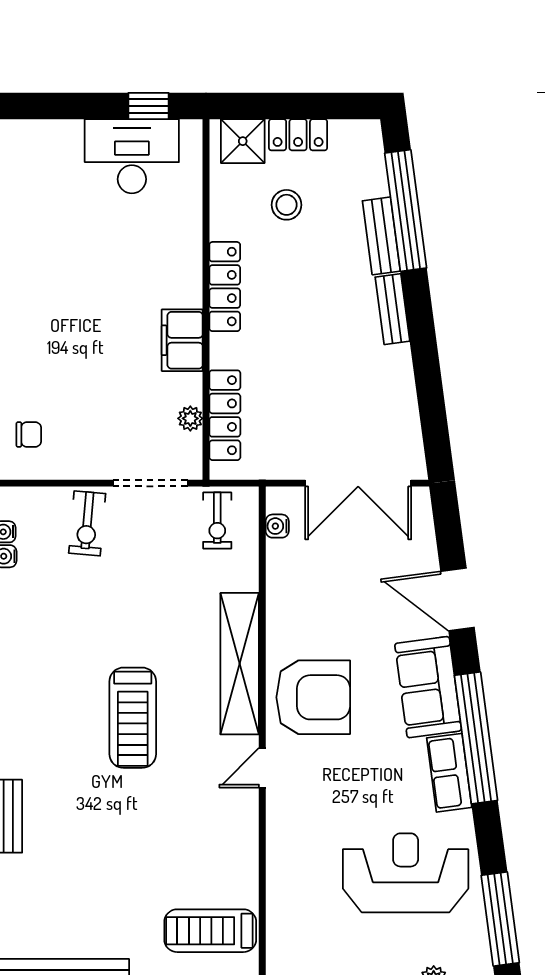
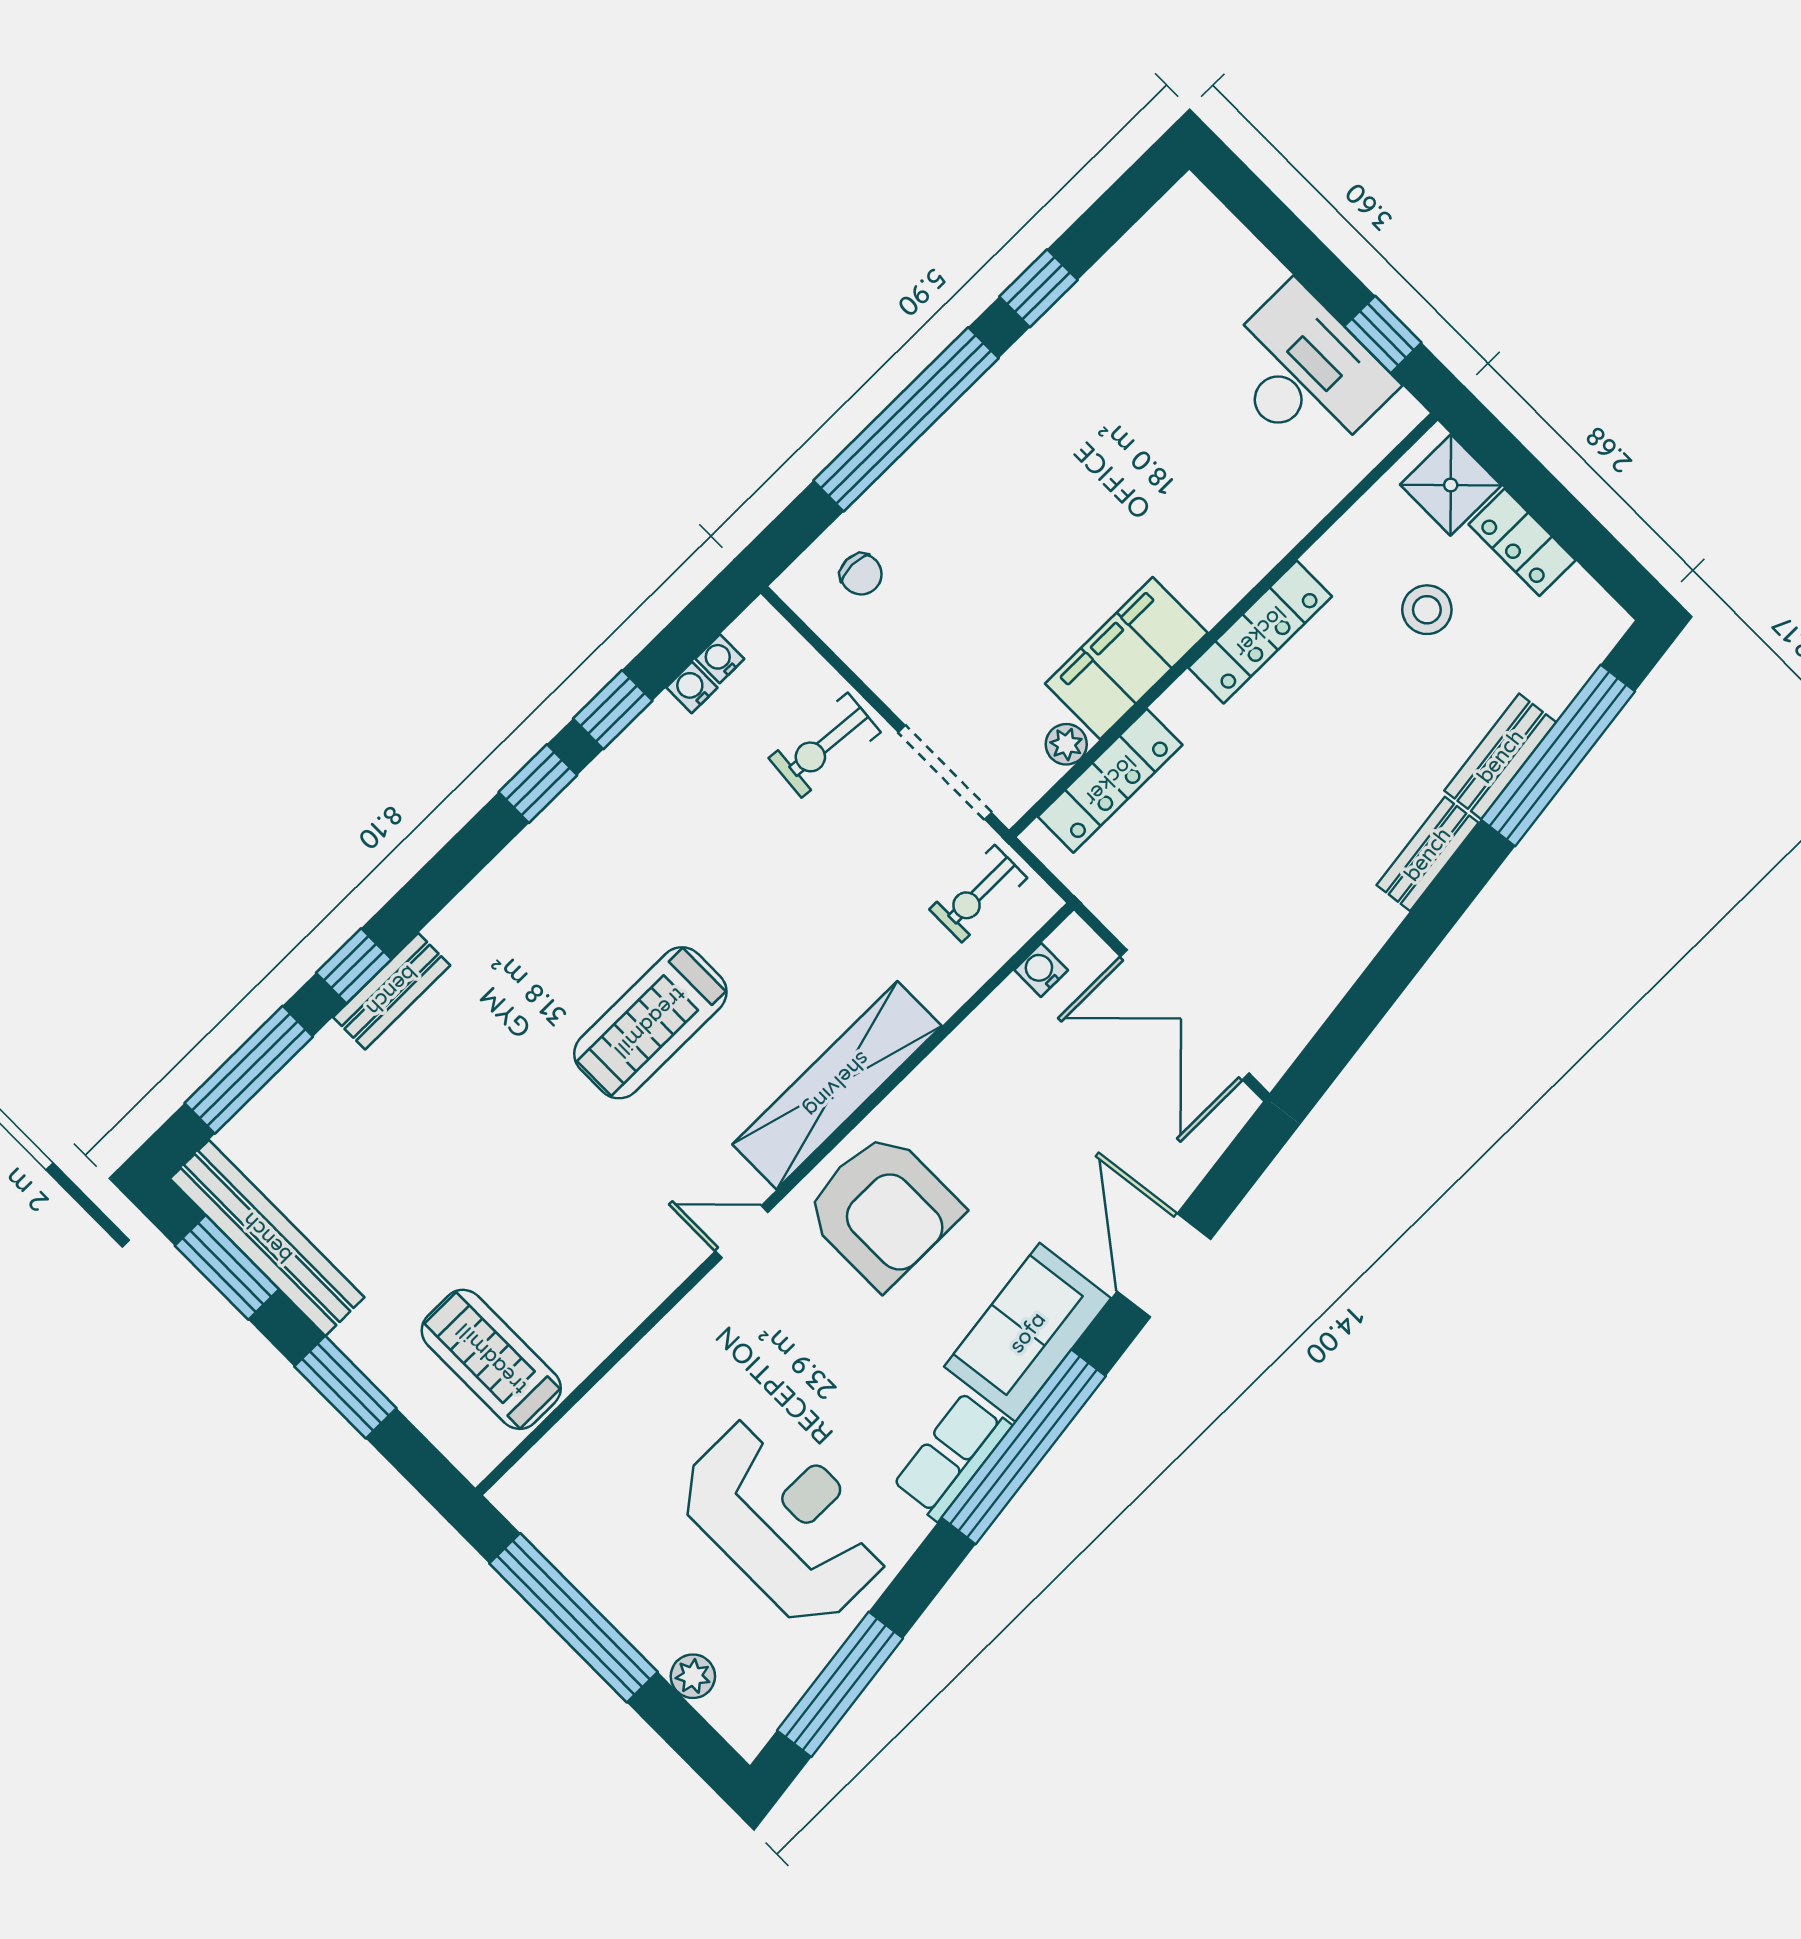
filing cabinet: (182, 340) -> (1126, 658), width x1.50, depth x1.17

